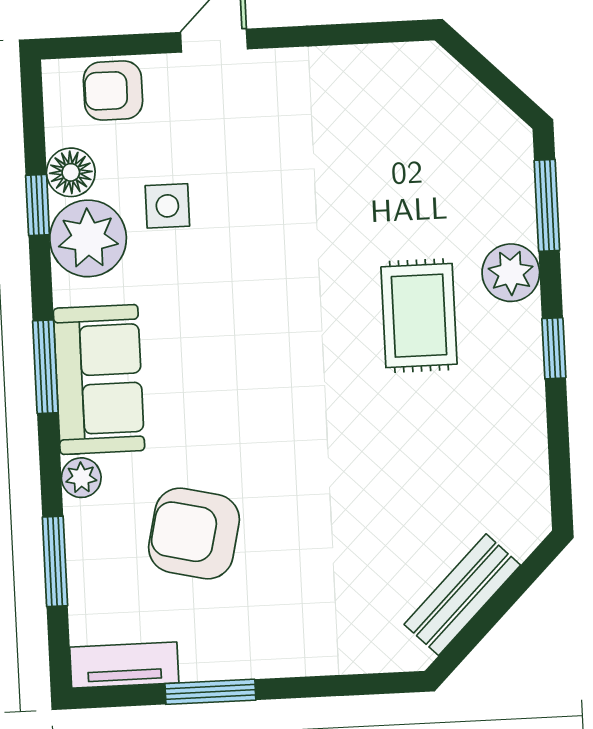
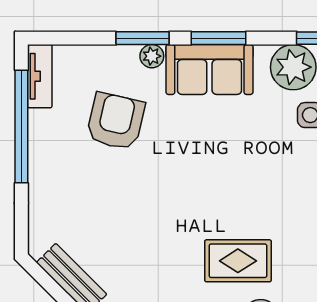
window: (55, 561) -> (143, 38), moved
window: (210, 692) -> (21, 126), width x2.11

